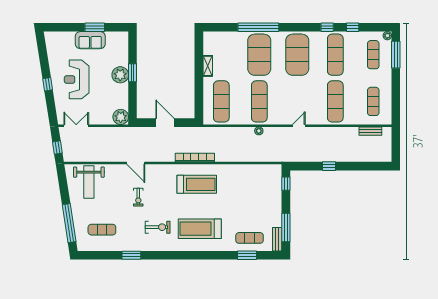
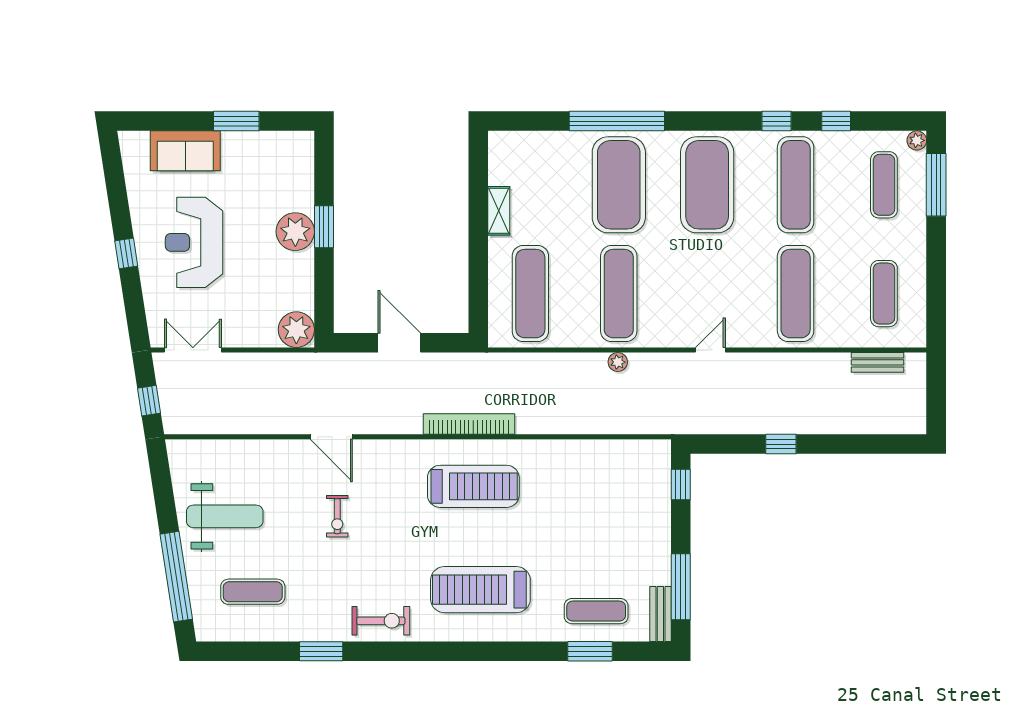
sofa: (90, 40) -> (185, 151), moved
weight bench: (89, 182) -> (225, 516), moved, turned -90
exercise bike: (158, 227) -> (381, 621), moved

